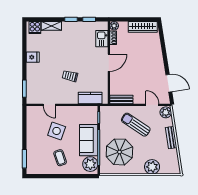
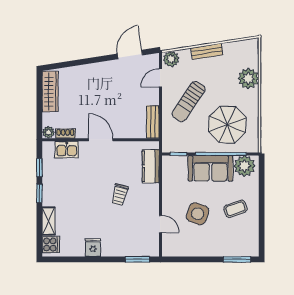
door: (49, 105) -> (160, 224), hinge flipped

